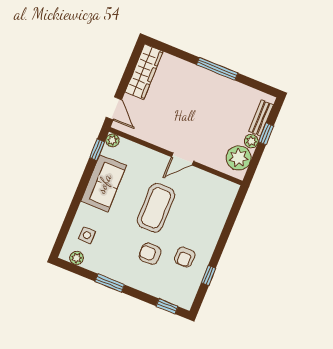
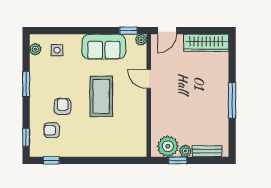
window: (266, 134) -> (178, 160), moved
door: (182, 159) -> (149, 79), moved
coffee table: (156, 208) -> (101, 96), turned 90
armchair: (185, 257) -> (52, 130), moved
window: (208, 276) -> (51, 160), moved

